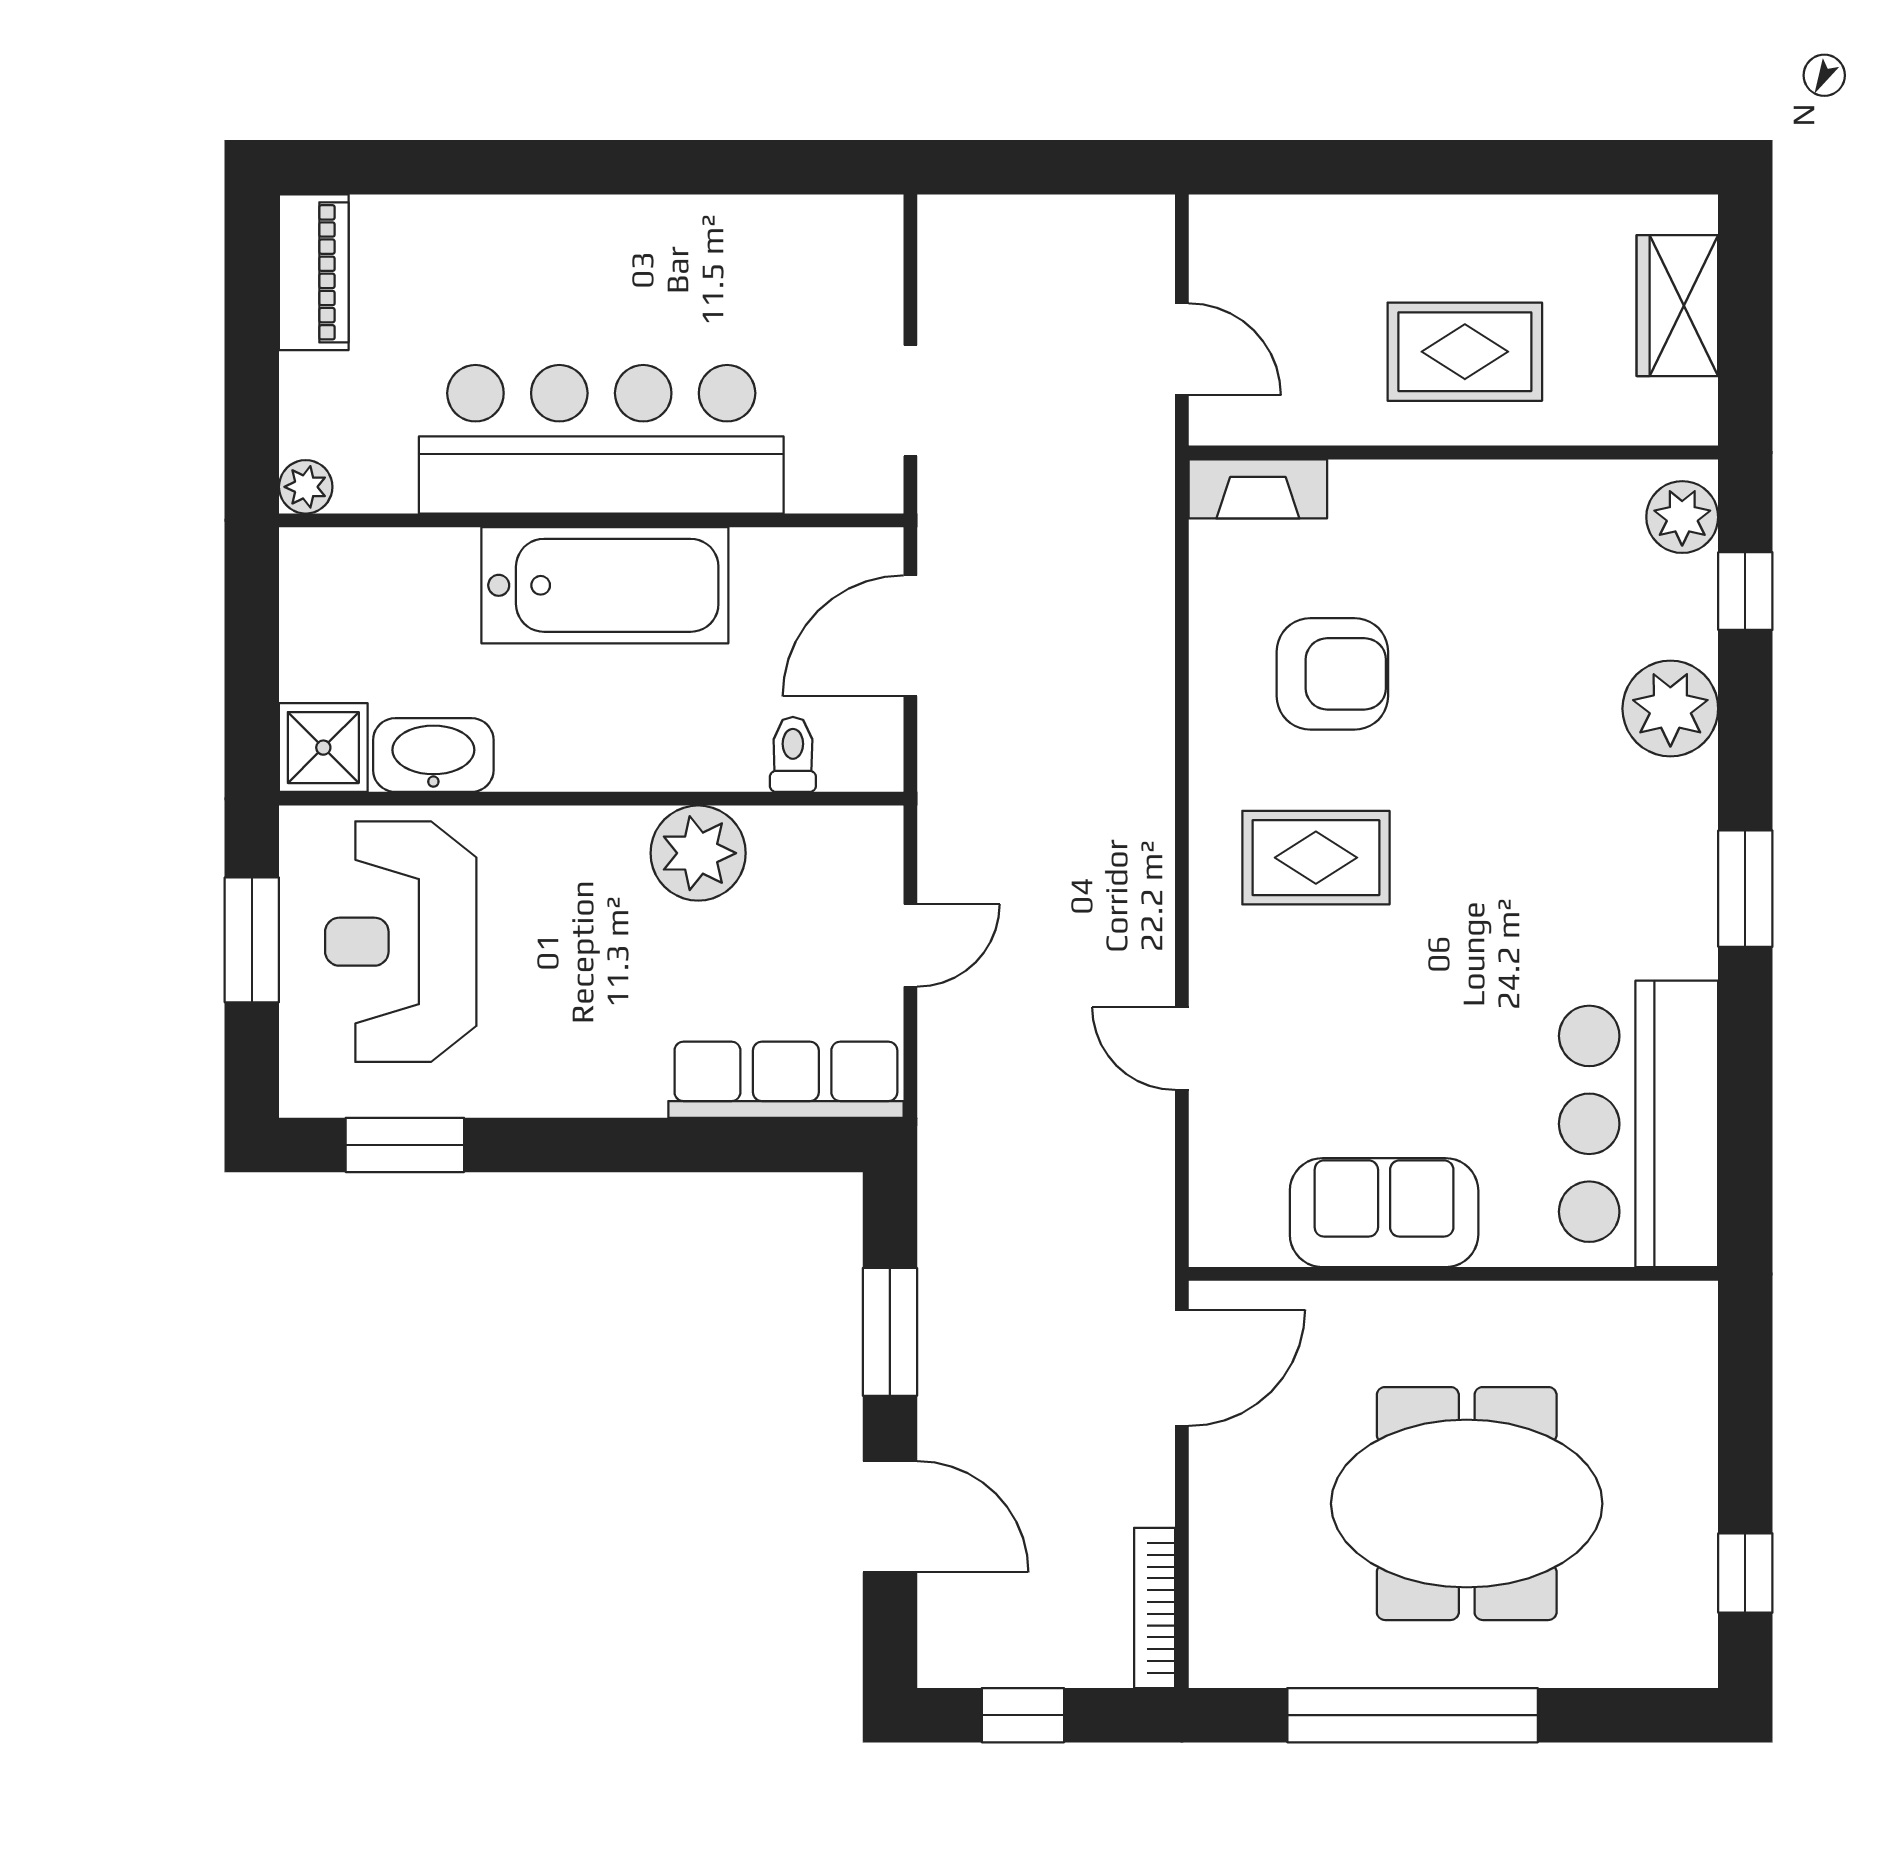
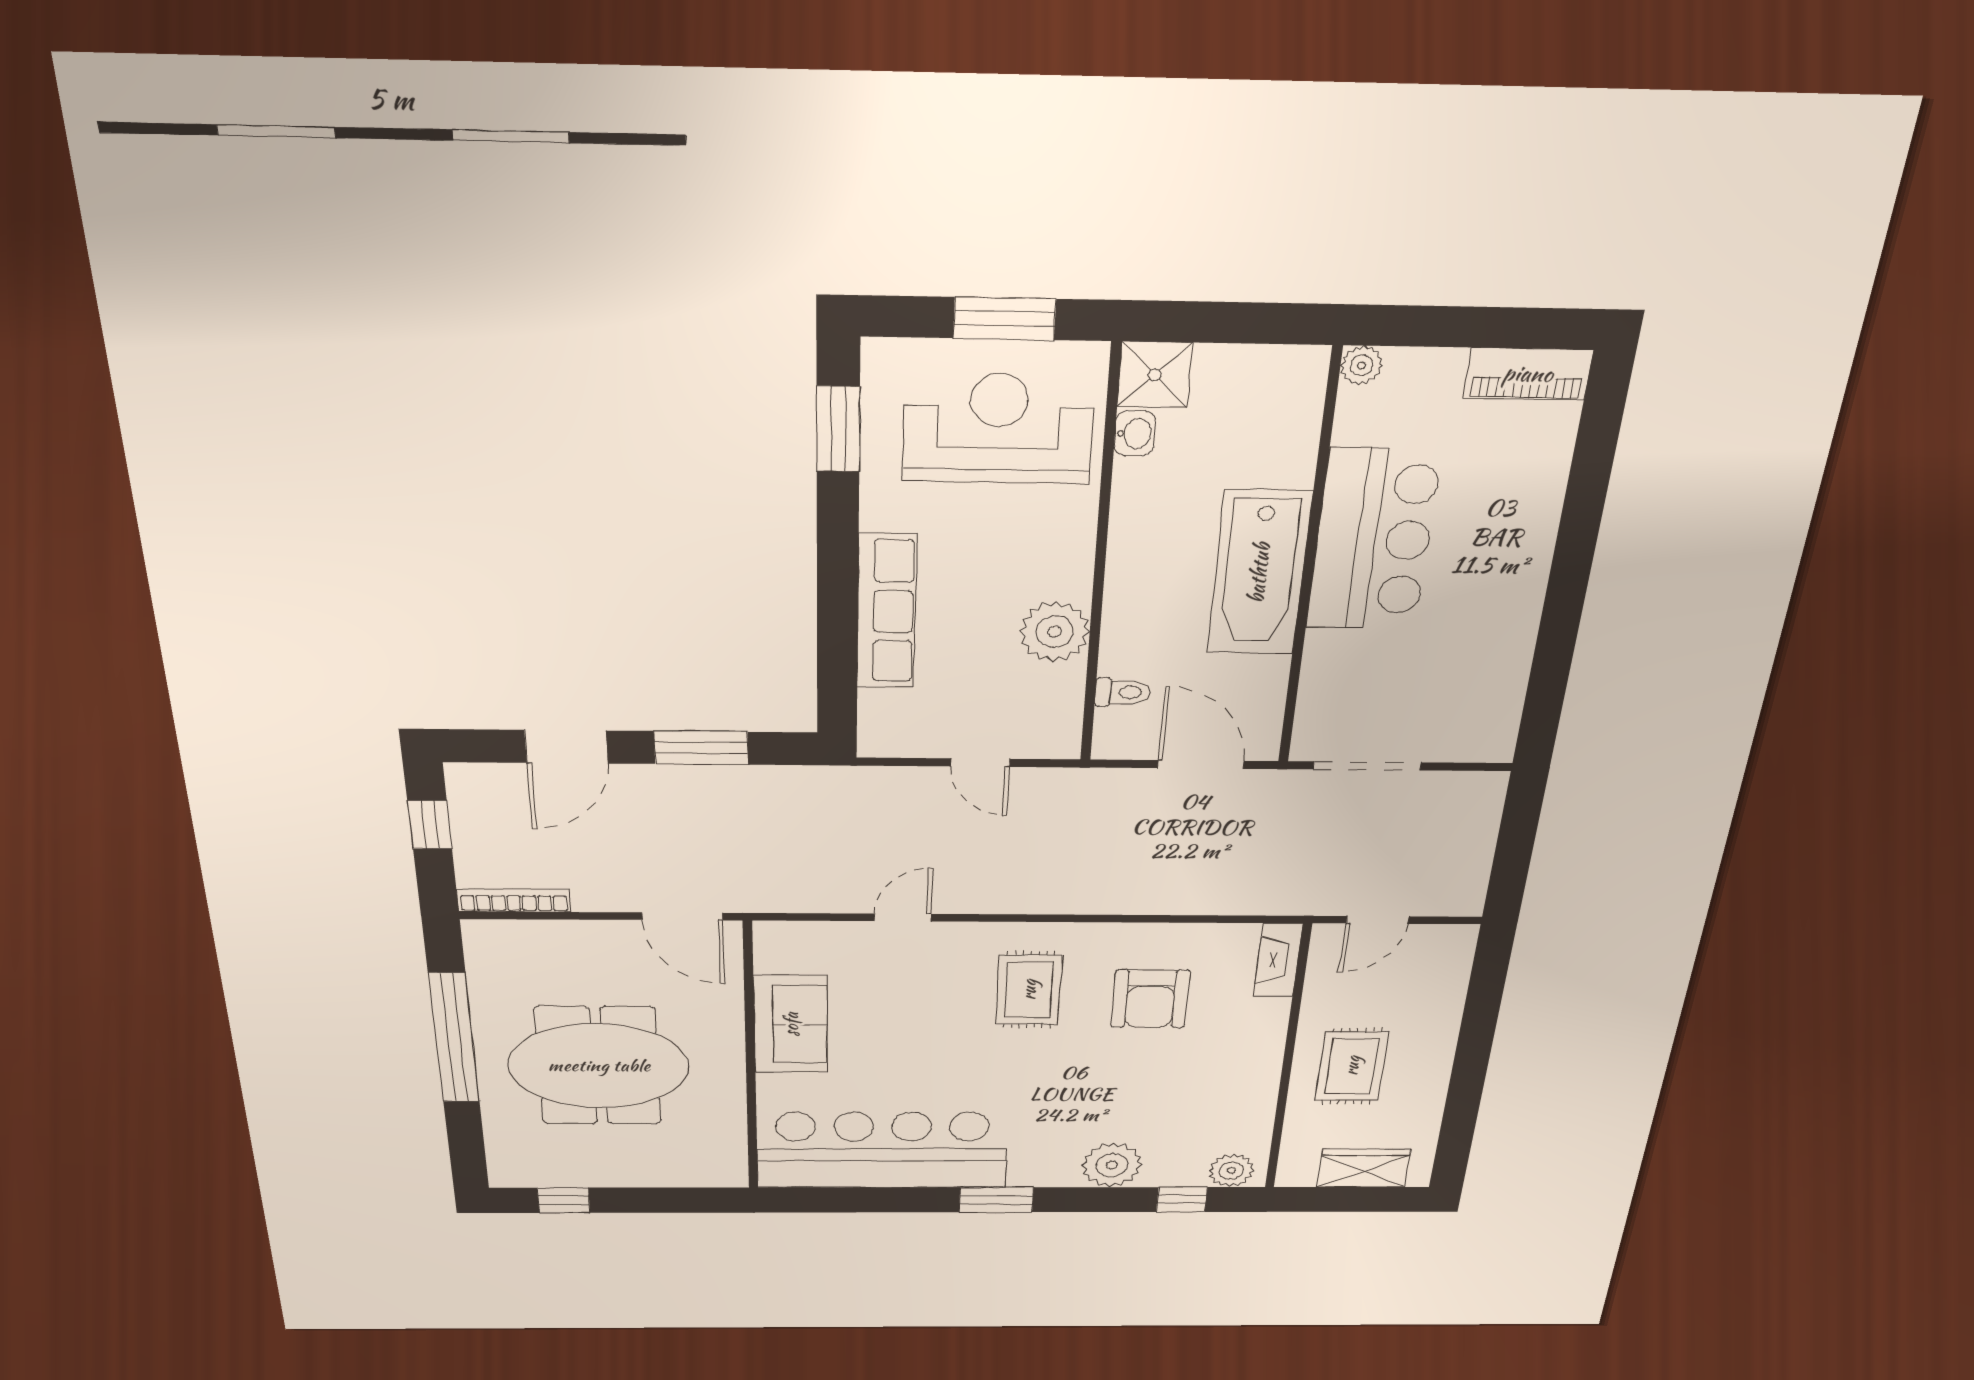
doorway: (910, 401) -> (1367, 766), width x1.38
bar counter: (601, 439) -> (1373, 540), width x0.73
washbasin: (433, 755) -> (1135, 433), width x0.52, depth x0.69
row of seats: (786, 1080) -> (886, 612), moved
bar counter: (1639, 1124) -> (882, 1150), width x1.36
meeting table: (1467, 1504) -> (599, 1066), turned 90

